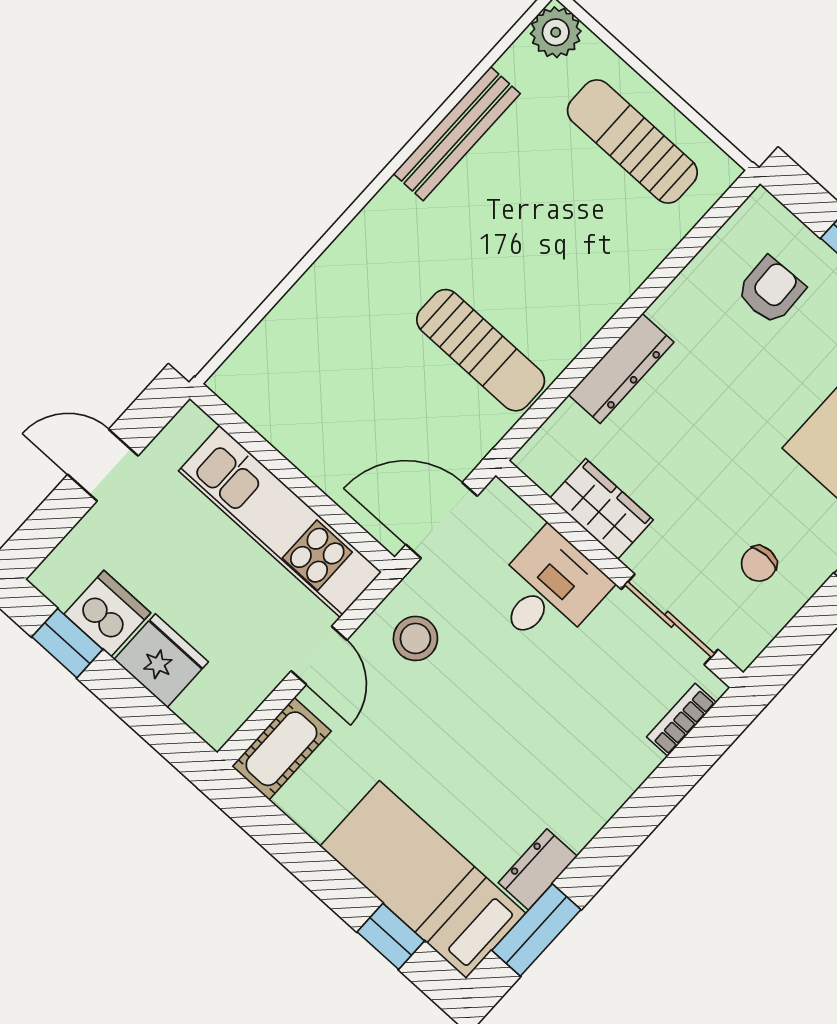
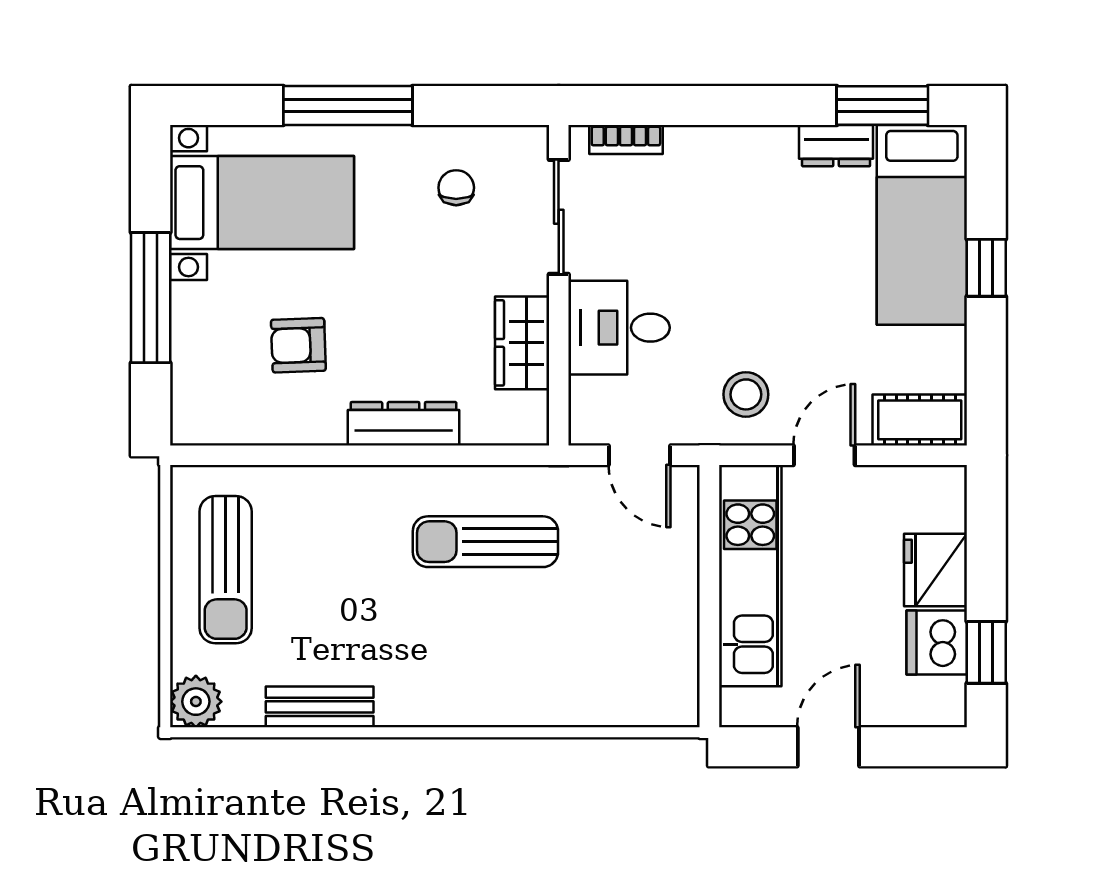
bench: (457, 134) -> (320, 707), width x0.73
armchair: (771, 290) -> (298, 345), moved
sun lounger: (481, 350) -> (485, 542), turned -90
door: (103, 465) -> (828, 747), swing flipped
door: (442, 520) -> (640, 455), width x0.73
chair: (759, 564) -> (456, 188), turned -90
window: (391, 936) -> (986, 268), moved

